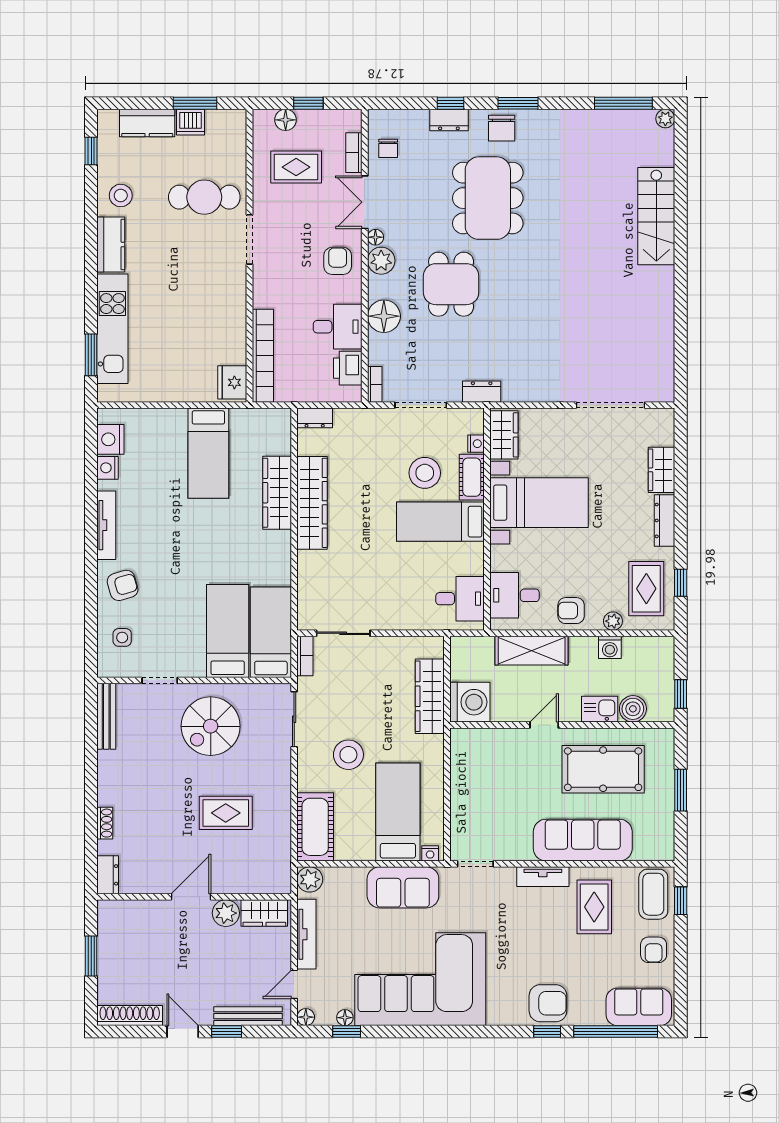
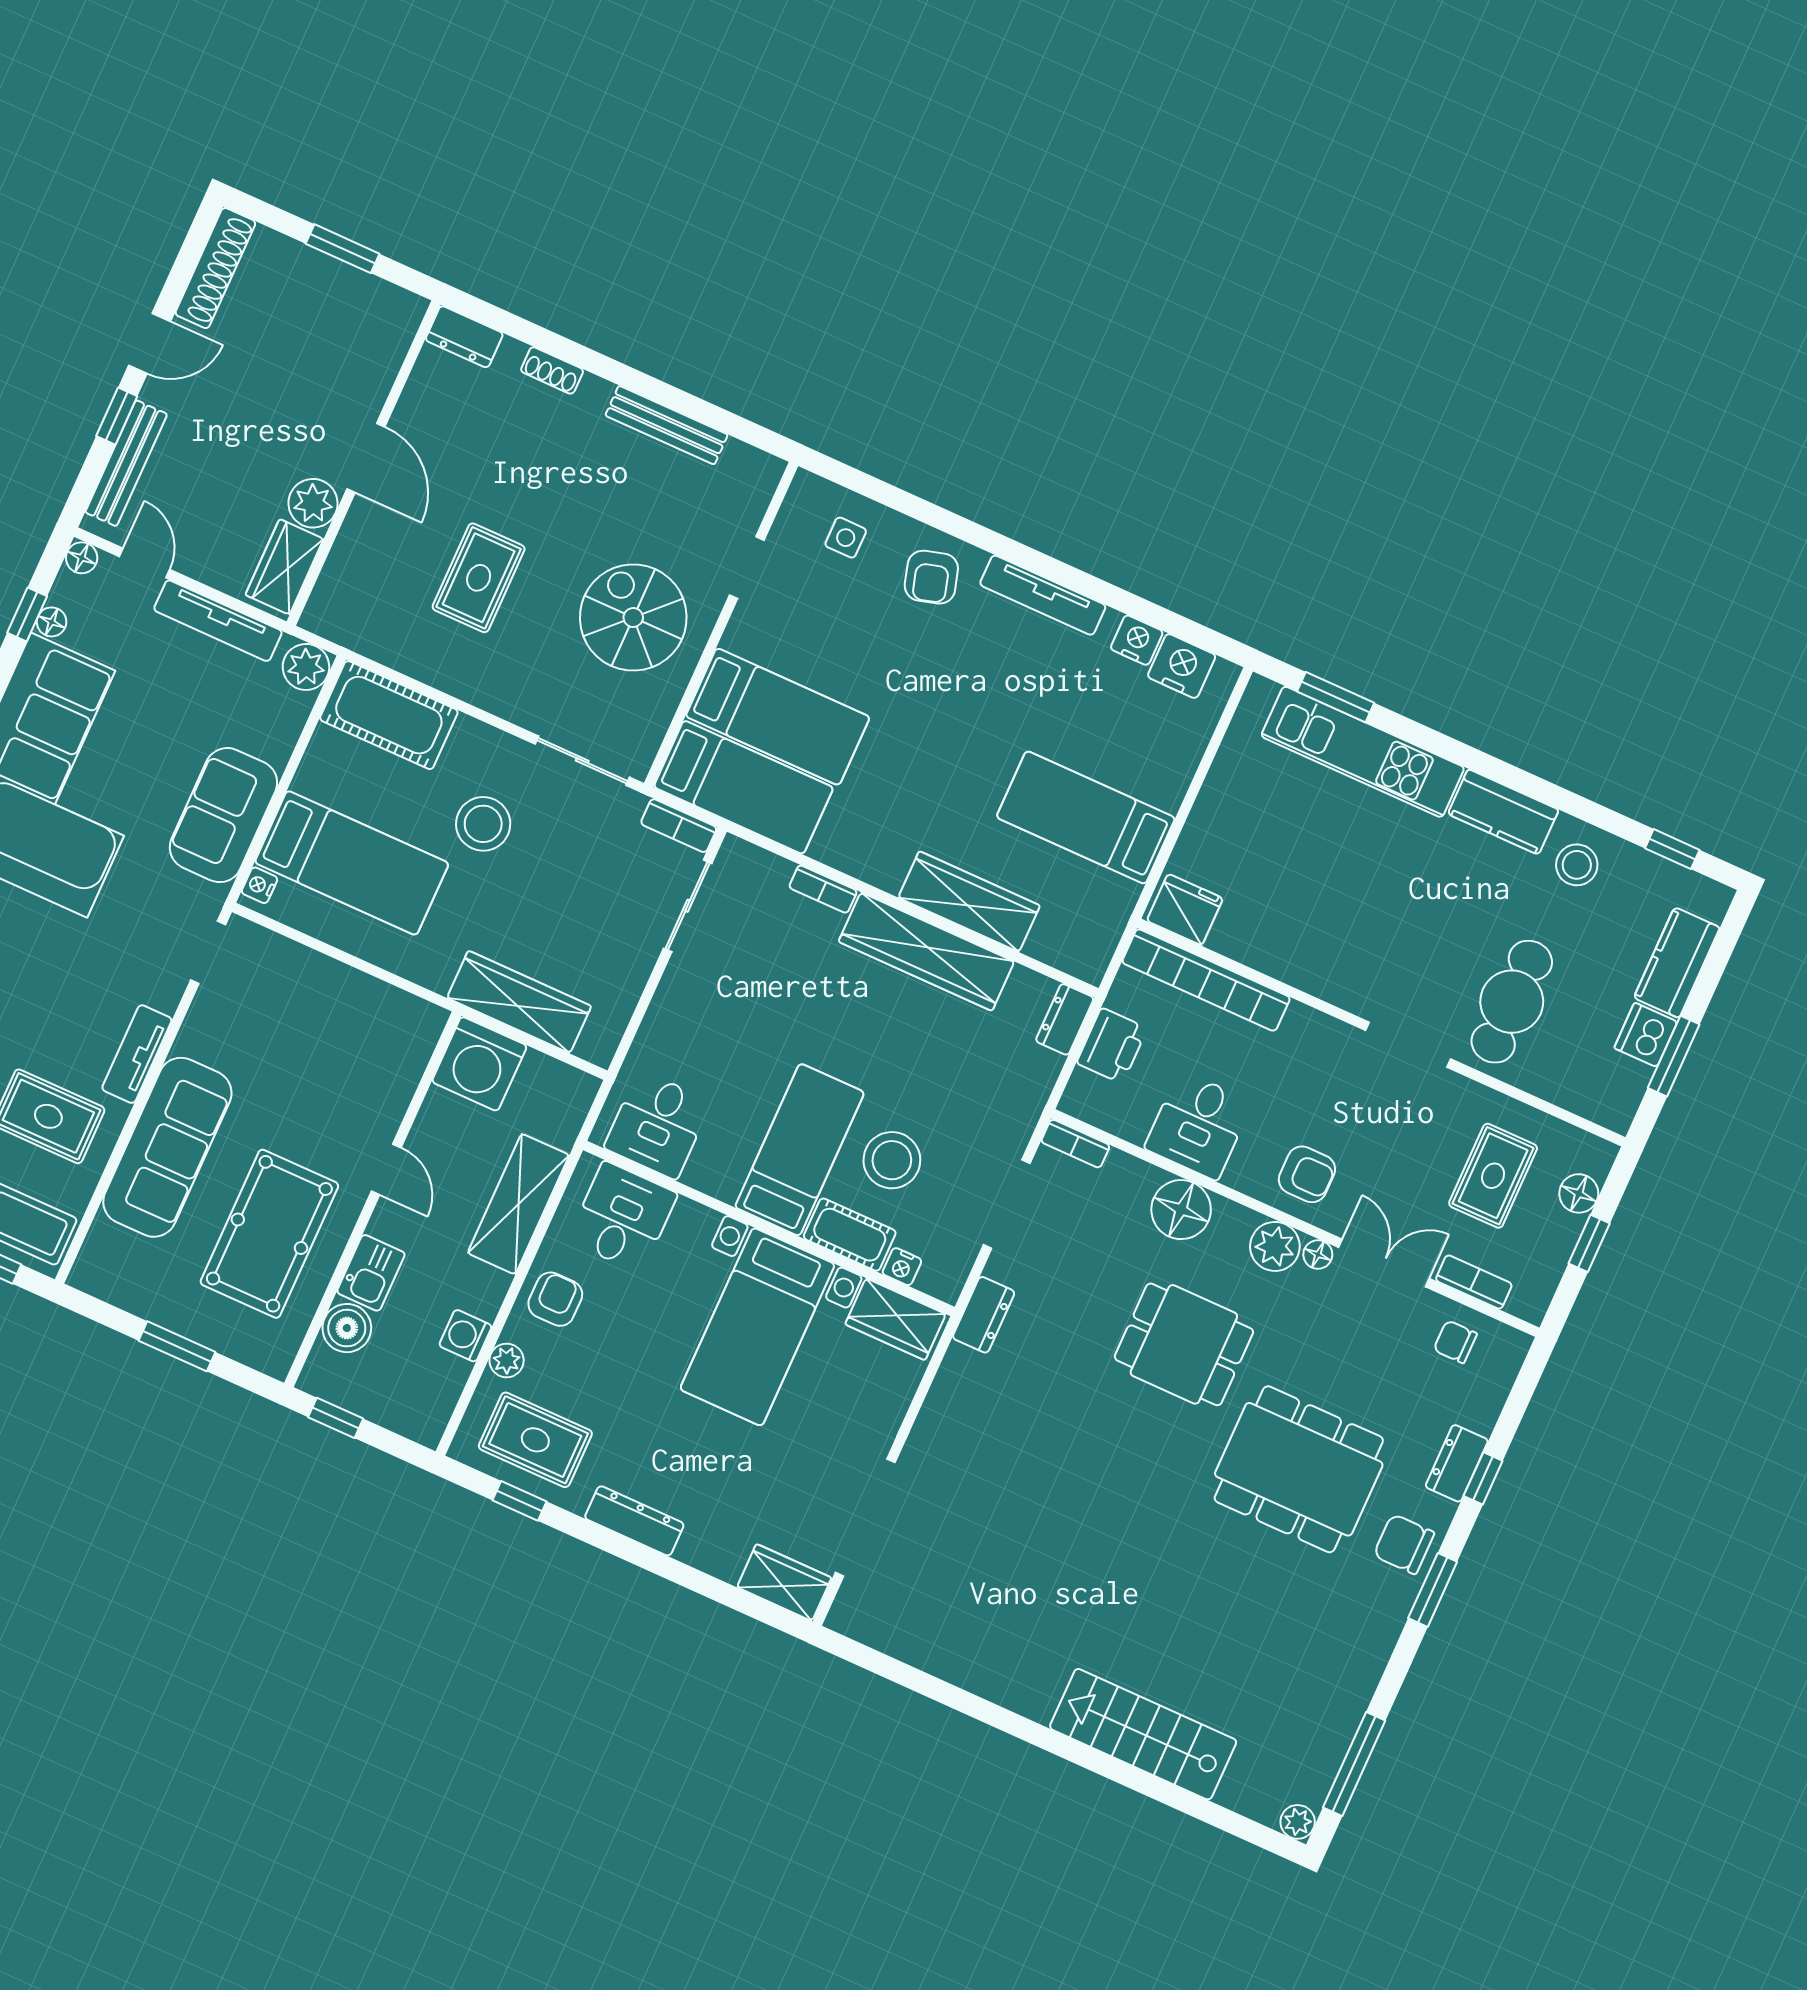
printer: (348, 368) -> (1112, 1046), moved, turned 90
wardrobe: (662, 470) -> (784, 1582), moved
bookcase: (304, 569) -> (823, 889), added
bench: (106, 716) -> (667, 425), moved

